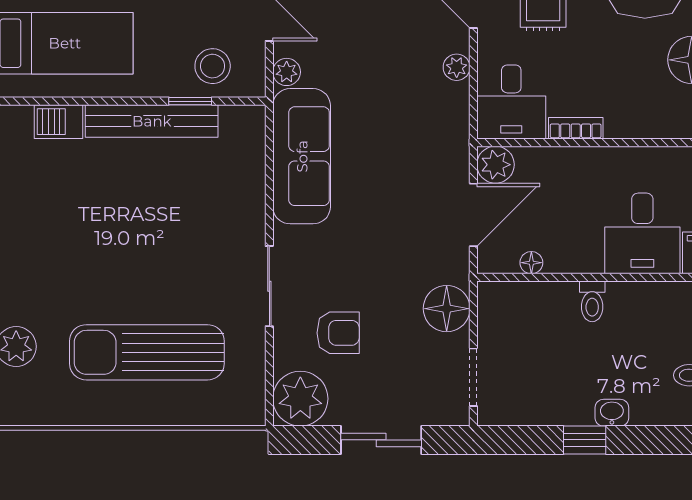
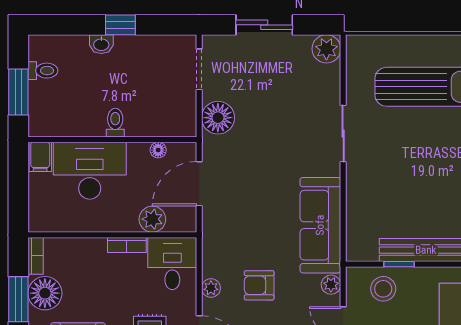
plant: (495, 165) -> (152, 219), moved
desk: (642, 233) -> (90, 171), width x1.37
armchair: (338, 333) -> (259, 285), moved
plant: (300, 399) -> (326, 49), width x0.73, depth x0.73

